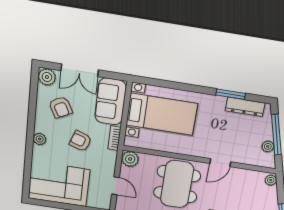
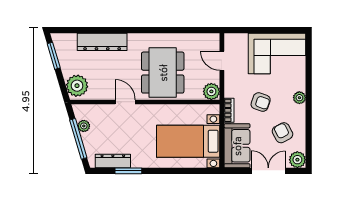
door: (220, 163) -> (125, 102), hinge flipped
plant: (271, 180) -> (77, 86), width x1.88, depth x1.88

